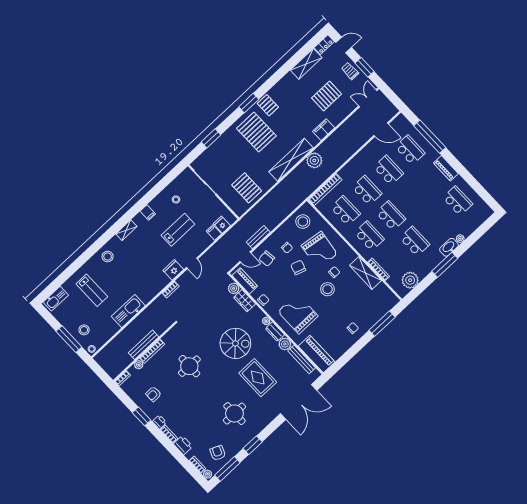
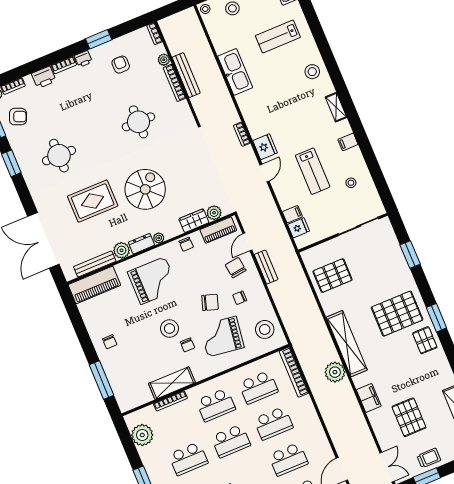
pallet: (268, 105) -> (425, 340), turned 90
door: (192, 263) -> (265, 173), swing flipped
spiral stairs: (235, 343) -> (145, 189), turned 180

